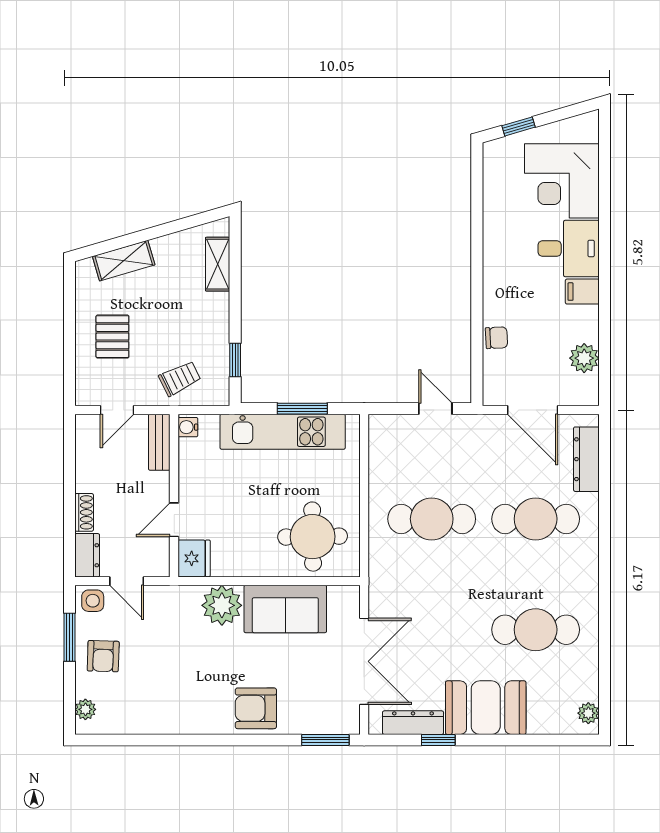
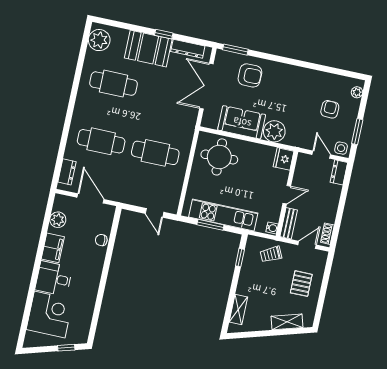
filing cabinet: (582, 292) -> (53, 248), width x2.00
door: (435, 409) -> (154, 213), moved
dresser: (586, 459) -> (67, 172), width x0.70
shoe rack: (84, 512) -> (327, 234), moved
door: (174, 520) -> (287, 195), moved
armchair: (103, 656) -> (330, 109), moved
armchair: (256, 708) -> (250, 75), moved
plant: (588, 713) -> (99, 40), width x1.88, depth x1.88
window: (438, 740) -> (164, 34), moved

